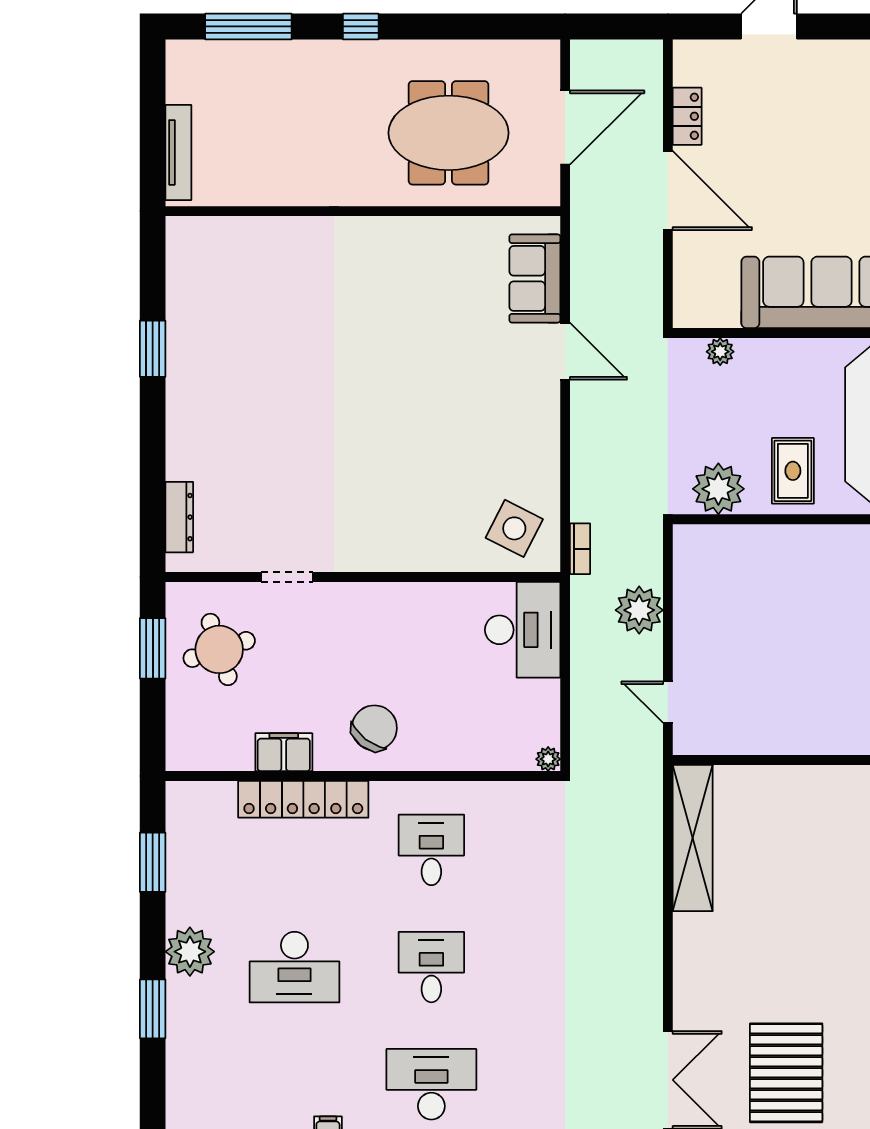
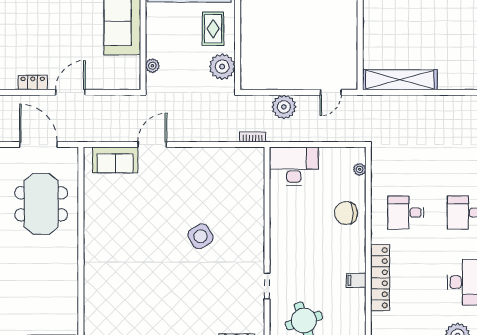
door: (668, 190) -> (70, 92), width x0.73
rug: (793, 471) -> (213, 29), turned 90
side table: (514, 528) -> (200, 236), moved, turned 33
chair: (374, 728) -> (346, 213), moved, turned -38
filing cabinet: (284, 752) -> (356, 280), width x0.50
plant: (548, 759) -> (360, 169), moved

